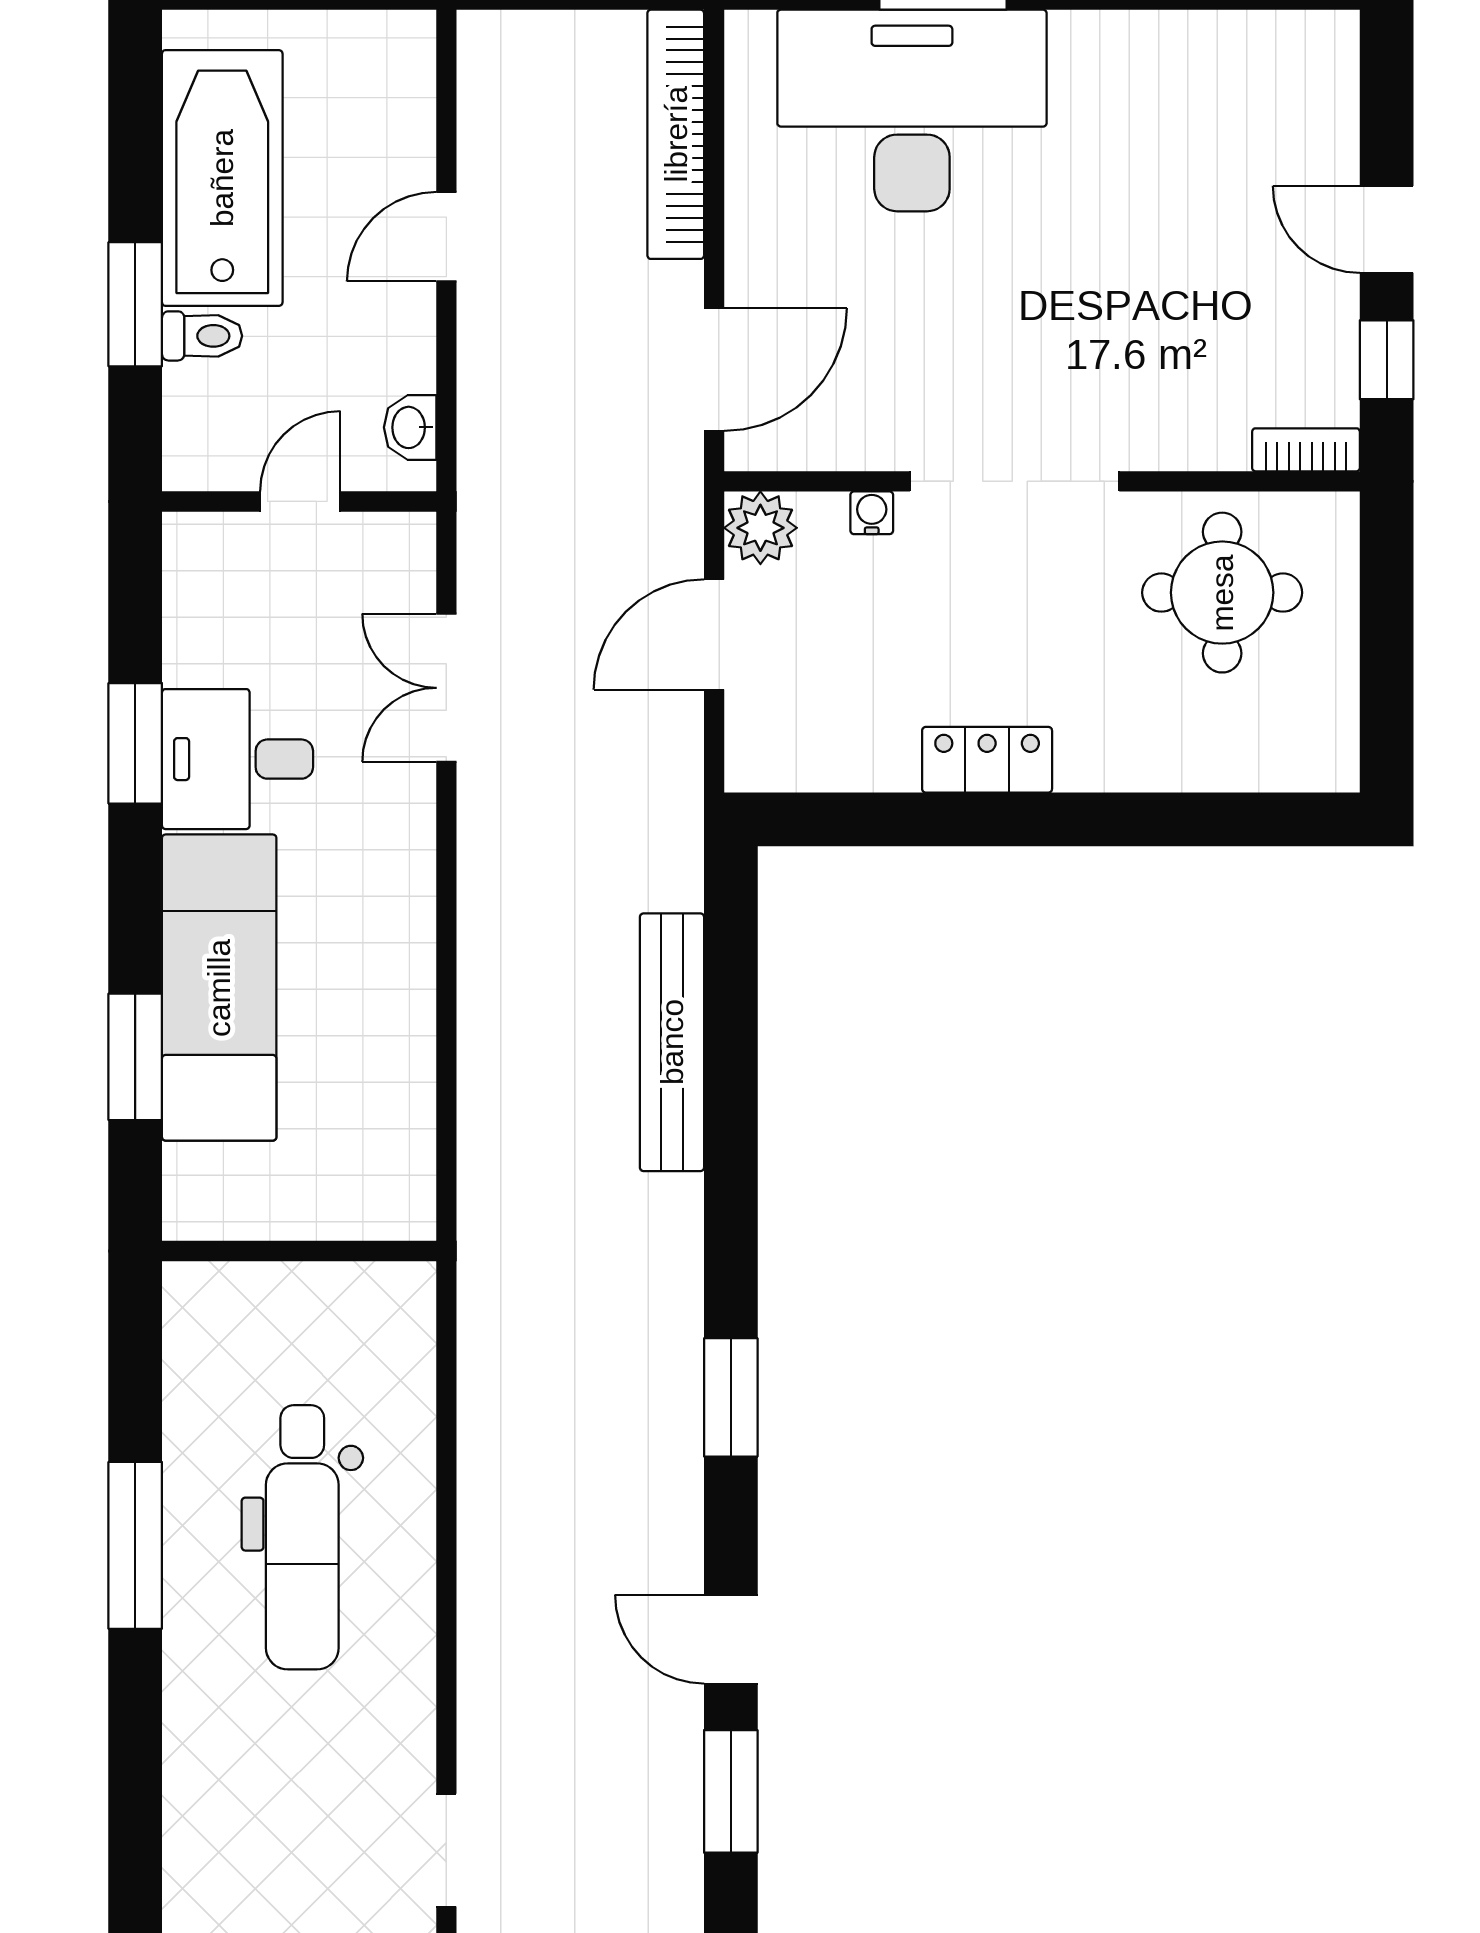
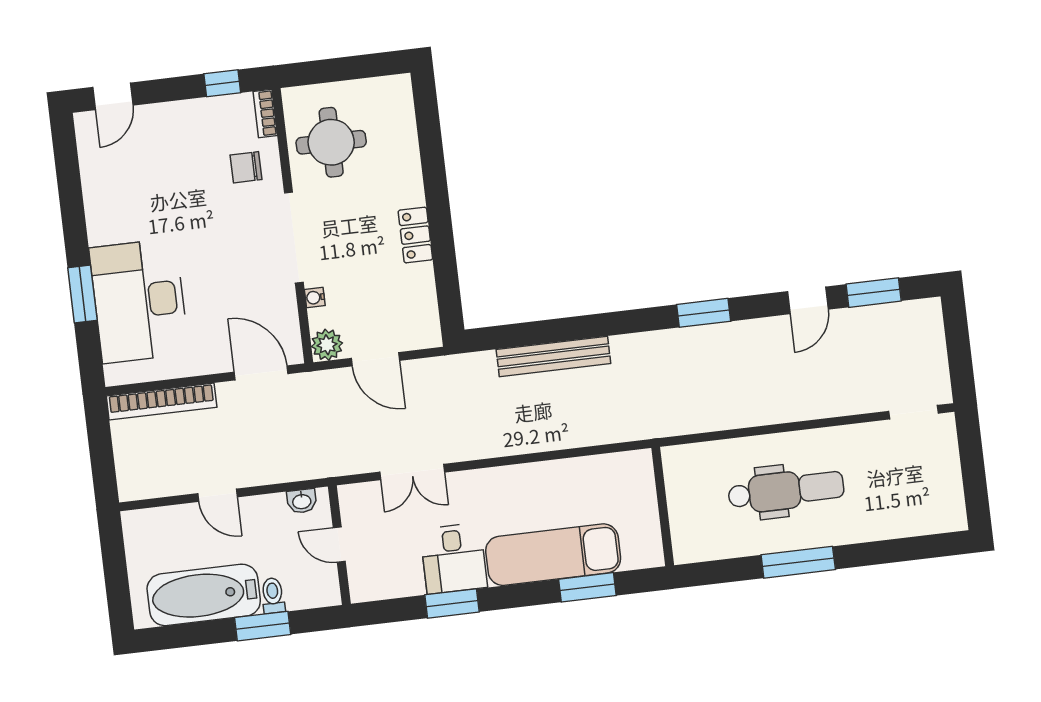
door: (1387, 229) -> (113, 96), moved
chair: (1188, 391) -> (246, 167), added

